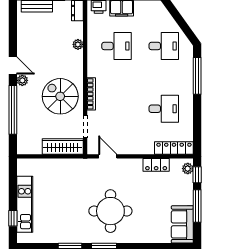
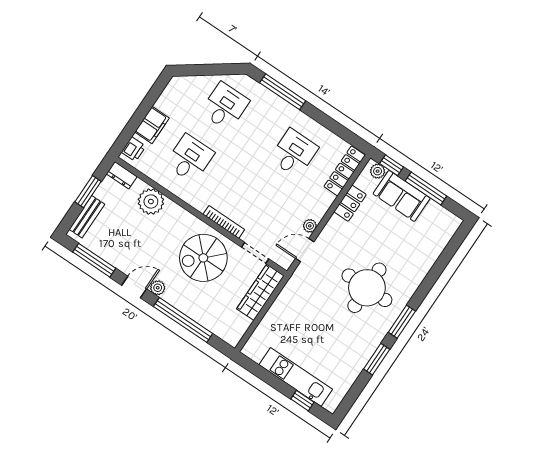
window: (13, 29) -> (94, 260), added
plant: (78, 44) -> (151, 202), width x1.87, depth x1.87
plant: (125, 149) -> (310, 226), added
sofa: (182, 224) -> (402, 196), moved

